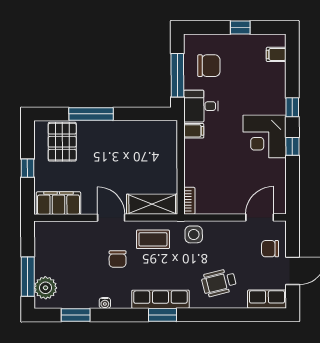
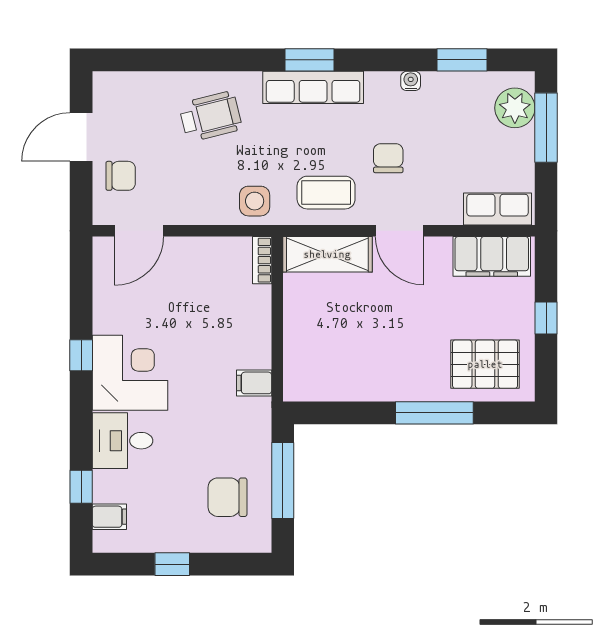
desk: (201, 106) -> (123, 441), moved, turned 180
window: (292, 107) -> (81, 487), moved
pallet: (62, 142) -> (485, 364), turned 90
row of seats: (267, 299) -> (497, 209), moved, turned 180

